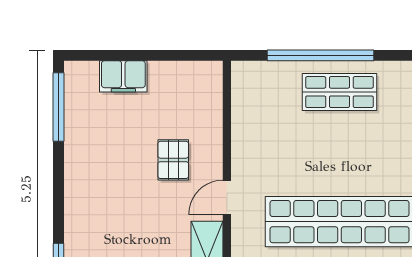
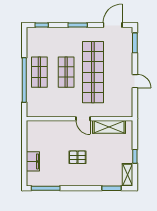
shop shelf: (339, 157) -> (66, 72), added
pallet: (173, 160) -> (77, 157), moved

